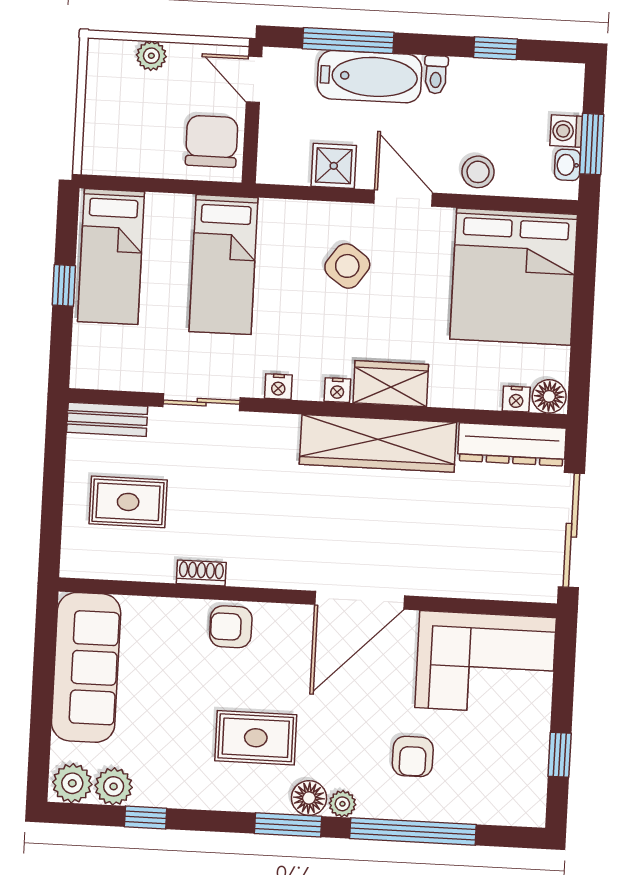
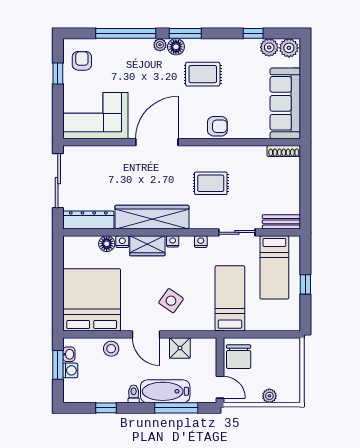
bed: (111, 257) -> (274, 267), moved, turned 180
floor lamp: (549, 396) -> (107, 244), moved
nightstand: (516, 399) -> (122, 242), moved
rug: (128, 502) -> (211, 183), moved
shoe rack: (201, 573) -> (284, 151), moved, width x1.43
armchair: (413, 756) -> (82, 61), moved

